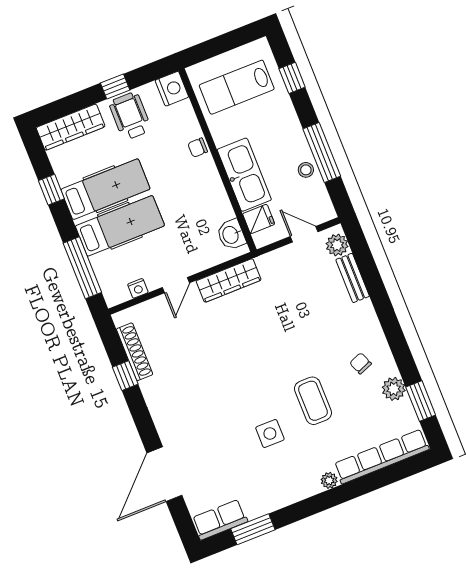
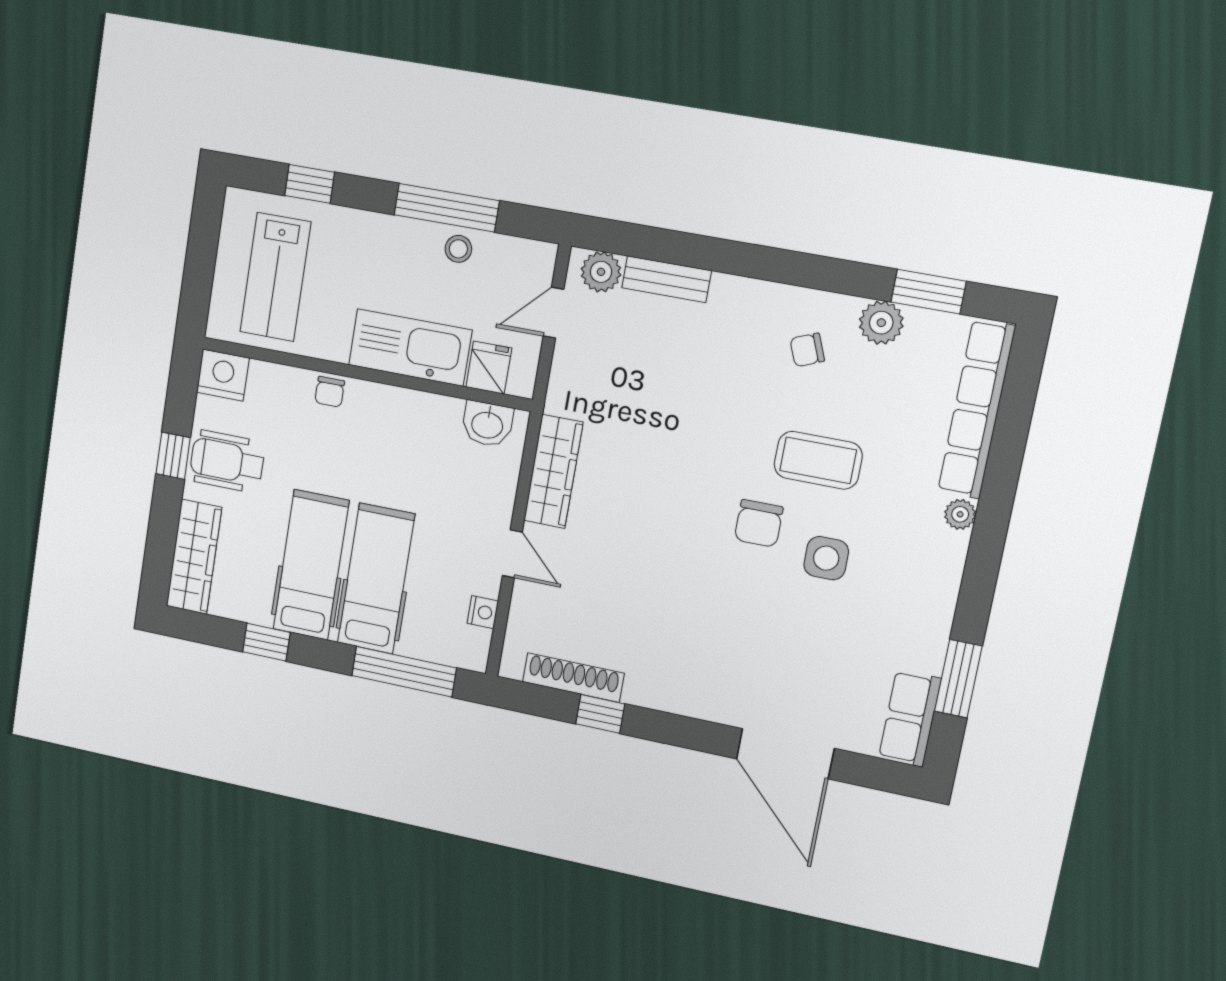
chair: (266, 392) -> (759, 523), added

